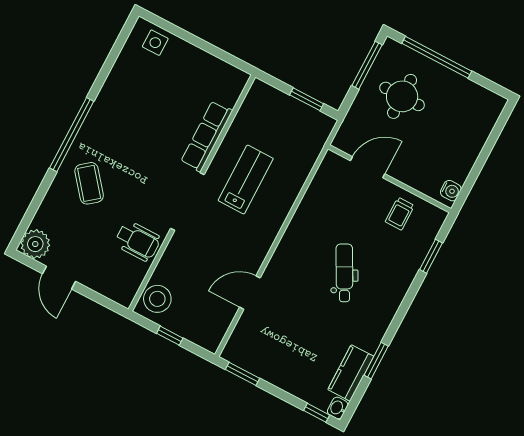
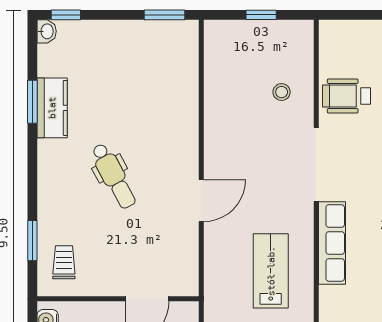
lab bench: (246, 180) -> (271, 271), moved, turned 180
trolley: (400, 214) -> (64, 262), moved
door: (250, 293) -> (201, 201), moved
stool: (157, 299) -> (282, 92), moved, width x0.53, depth x0.53
kitchen counter: (351, 373) -> (52, 108), moved

